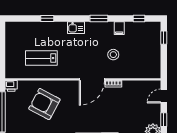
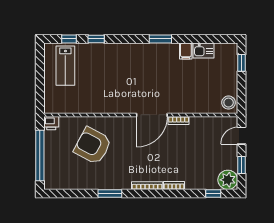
window: (139, 18) -> (69, 39), moved
kitchen sink: (76, 28) -> (203, 50), moved
stool: (113, 55) -> (229, 103), moved
lab bench: (41, 58) -> (65, 66), moved, turned -90

